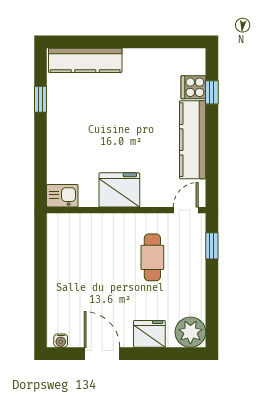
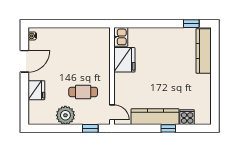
window: (212, 92) -> (168, 128), moved
window: (41, 99) -> (191, 24), moved
fridge: (119, 190) -> (124, 60), moved
plant: (190, 332) -> (65, 115), moved

